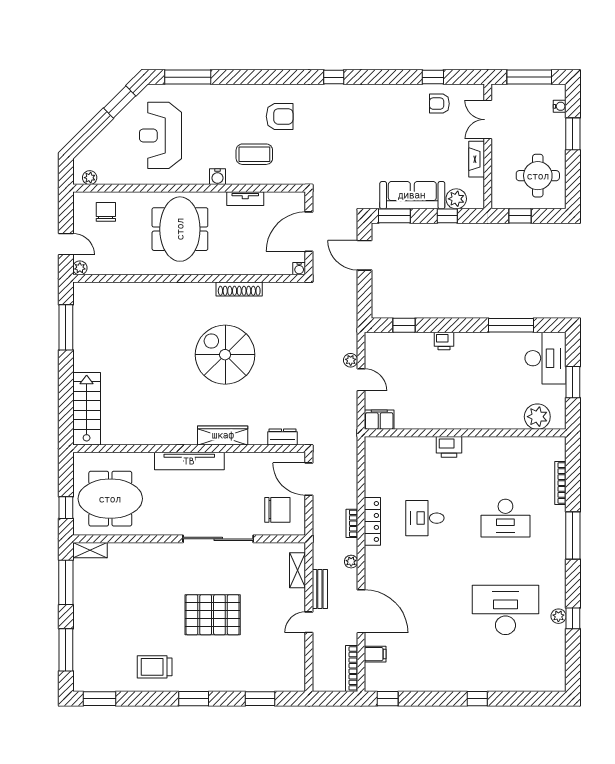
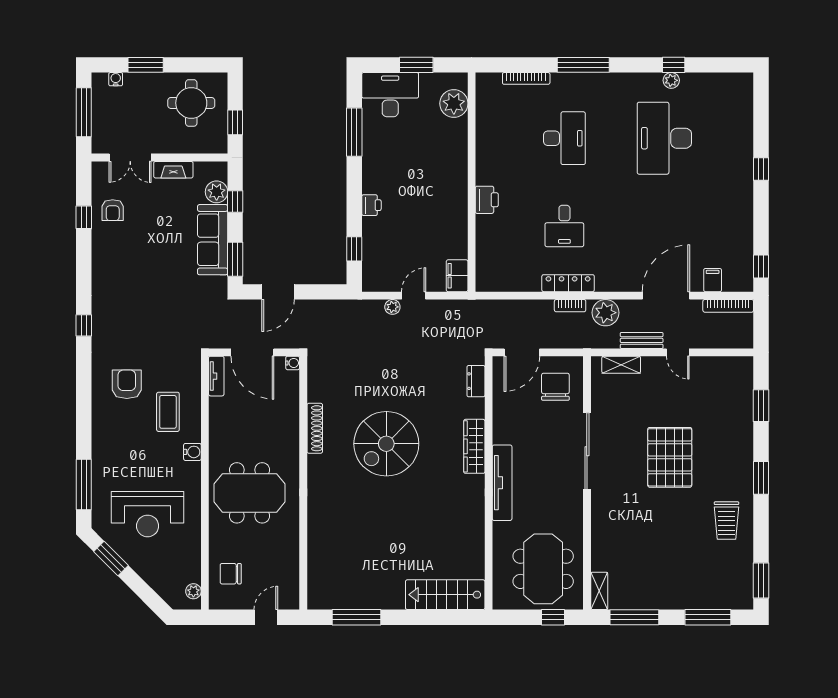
tv unit: (245, 199) -> (216, 376), moved
plant: (80, 268) -> (292, 602), removed
plant: (351, 562) -> (606, 313), width x1.88, depth x1.88

